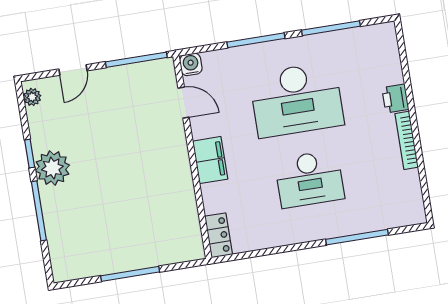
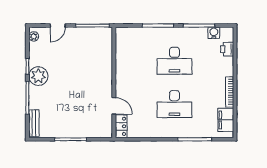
water cooler: (191, 64) -> (214, 33), moved
printer: (395, 99) -> (227, 49), moved
desk: (297, 100) -> (174, 61), width x0.73, depth x0.77
door: (184, 103) -> (114, 106), moved
filing cabinet: (210, 160) -> (226, 120), moved, turned 180
bench: (58, 255) -> (34, 123), added

